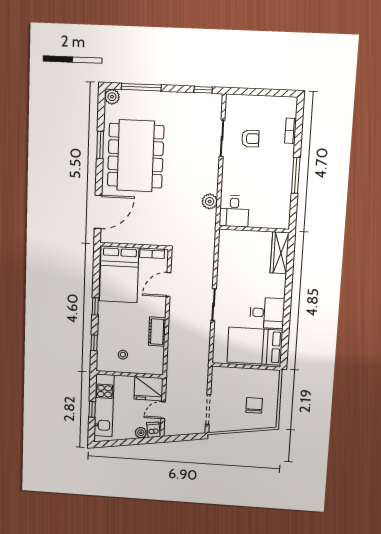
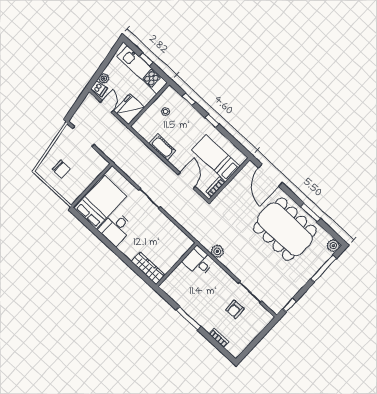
bed: (119, 274) -> (216, 158), width x0.67

